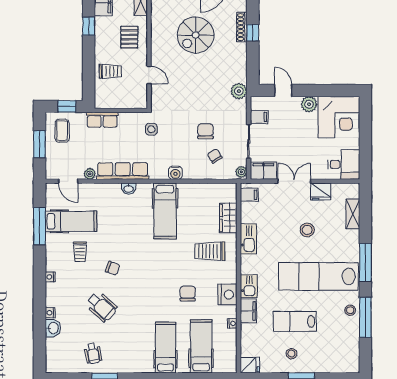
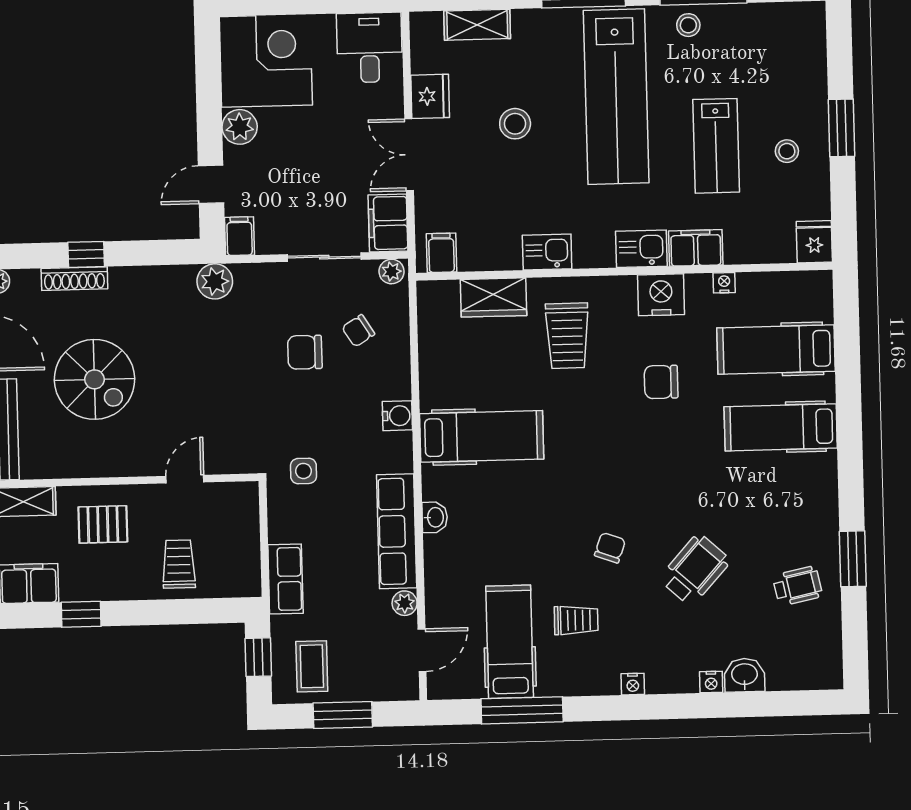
filing cabinet: (259, 117) -> (239, 236), moved
coffee table: (62, 131) -> (312, 666), turned 90
kitchen sink: (248, 239) -> (547, 252), width x0.73

